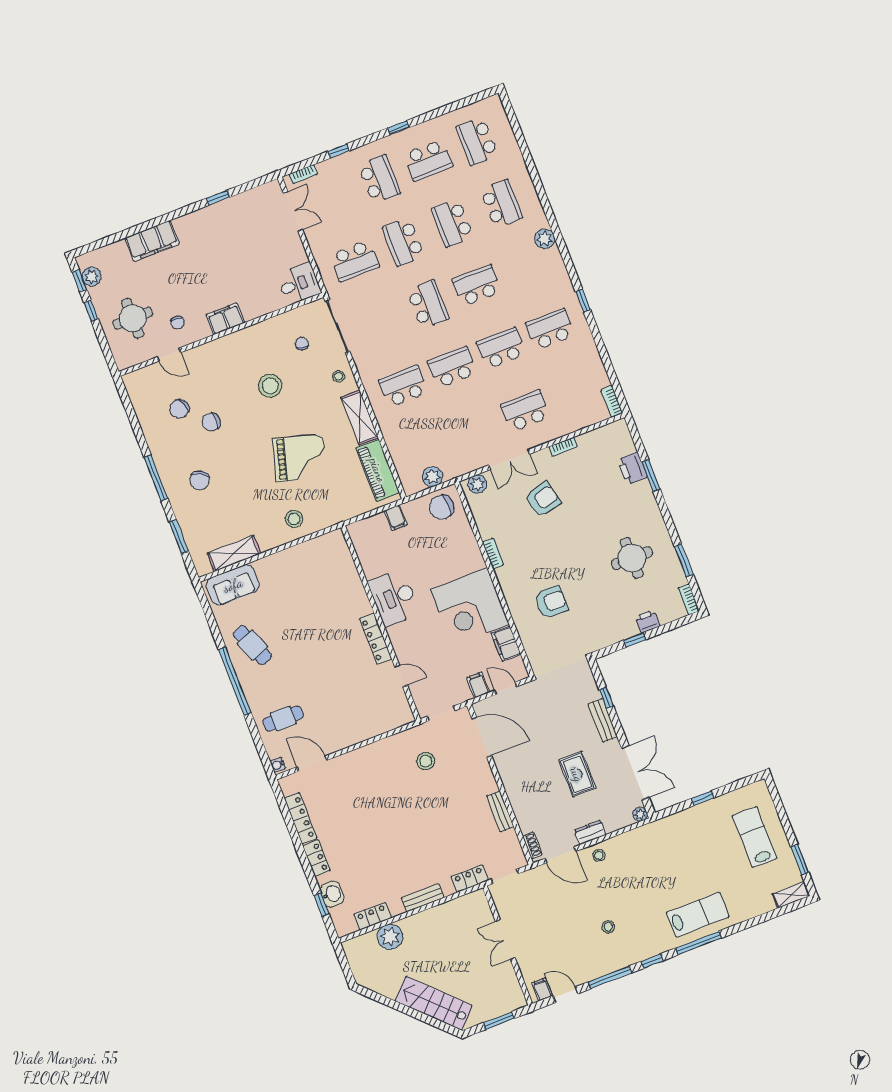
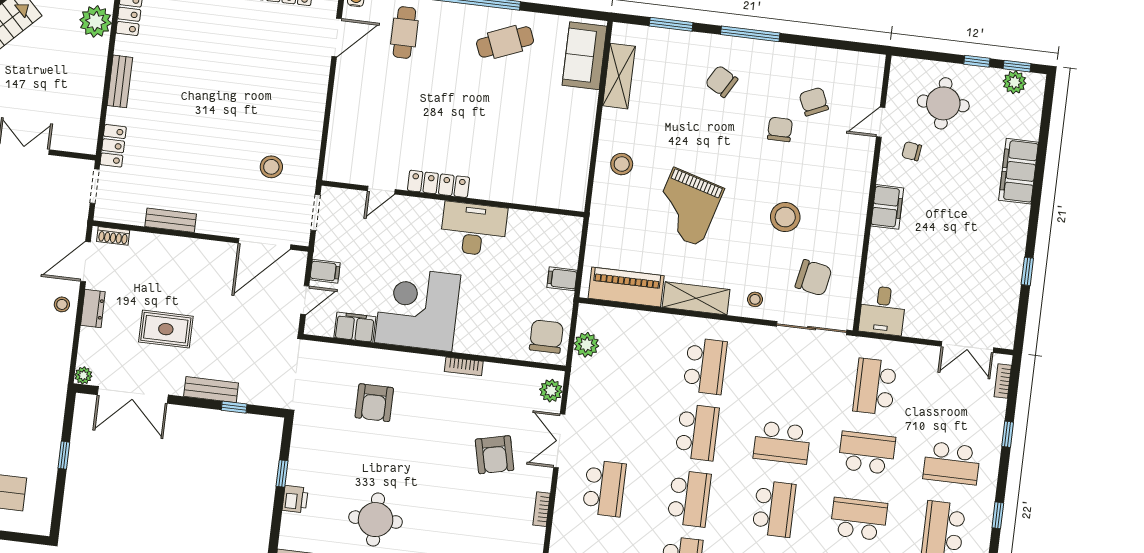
chair: (302, 344) -> (814, 278), width x1.87, depth x1.87

